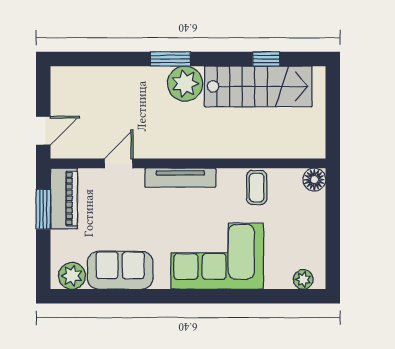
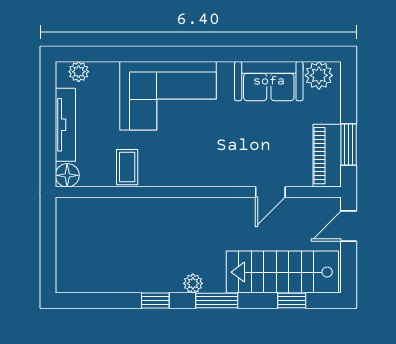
window: (98, 59) -> (292, 300), added
window: (266, 59) -> (155, 300), moved
plant: (185, 84) -> (193, 283), width x0.53, depth x0.53
stairs: (258, 86) -> (282, 272), moved
tv unit: (180, 178) -> (65, 125), moved, turned 90

